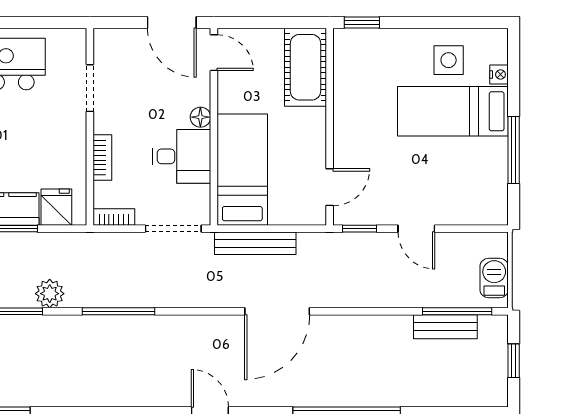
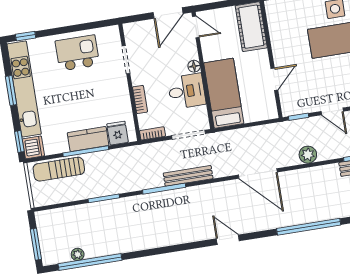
door: (172, 23) -> (168, 13), hinge flipped
door: (330, 187) -> (274, 79), moved
bench: (255, 243) -> (188, 176), moved
plant: (50, 294) -> (308, 155), moved
door: (277, 311) -> (258, 173), hinge flipped

